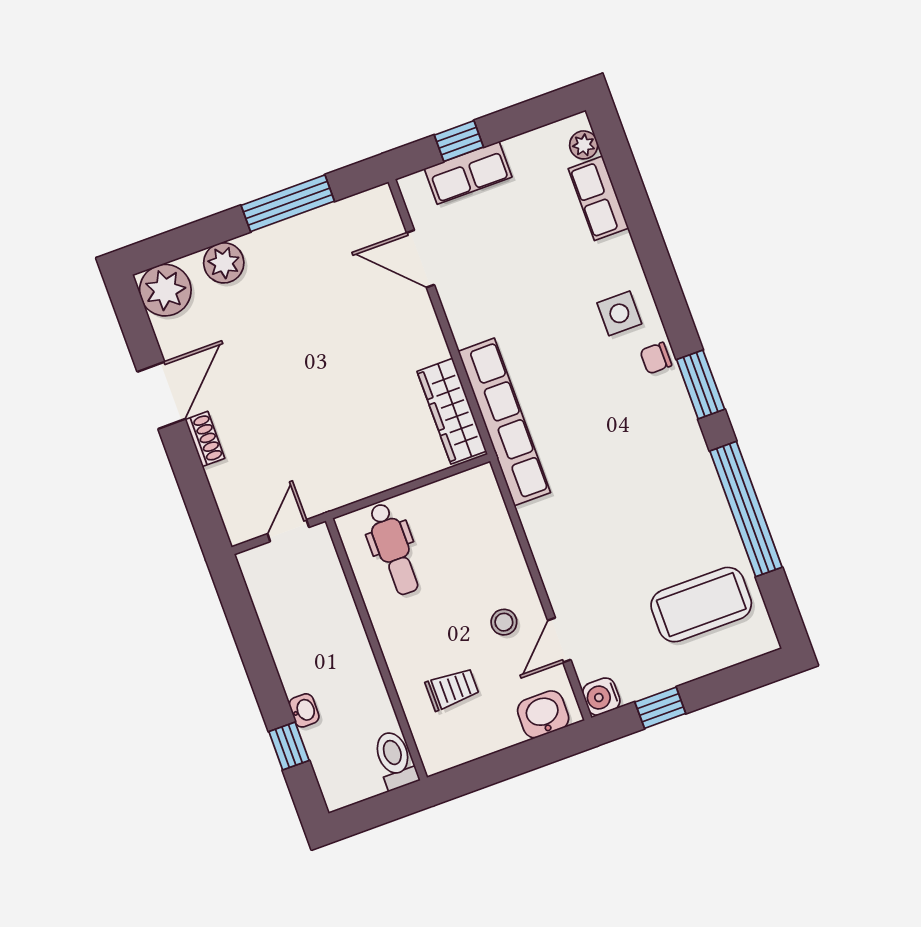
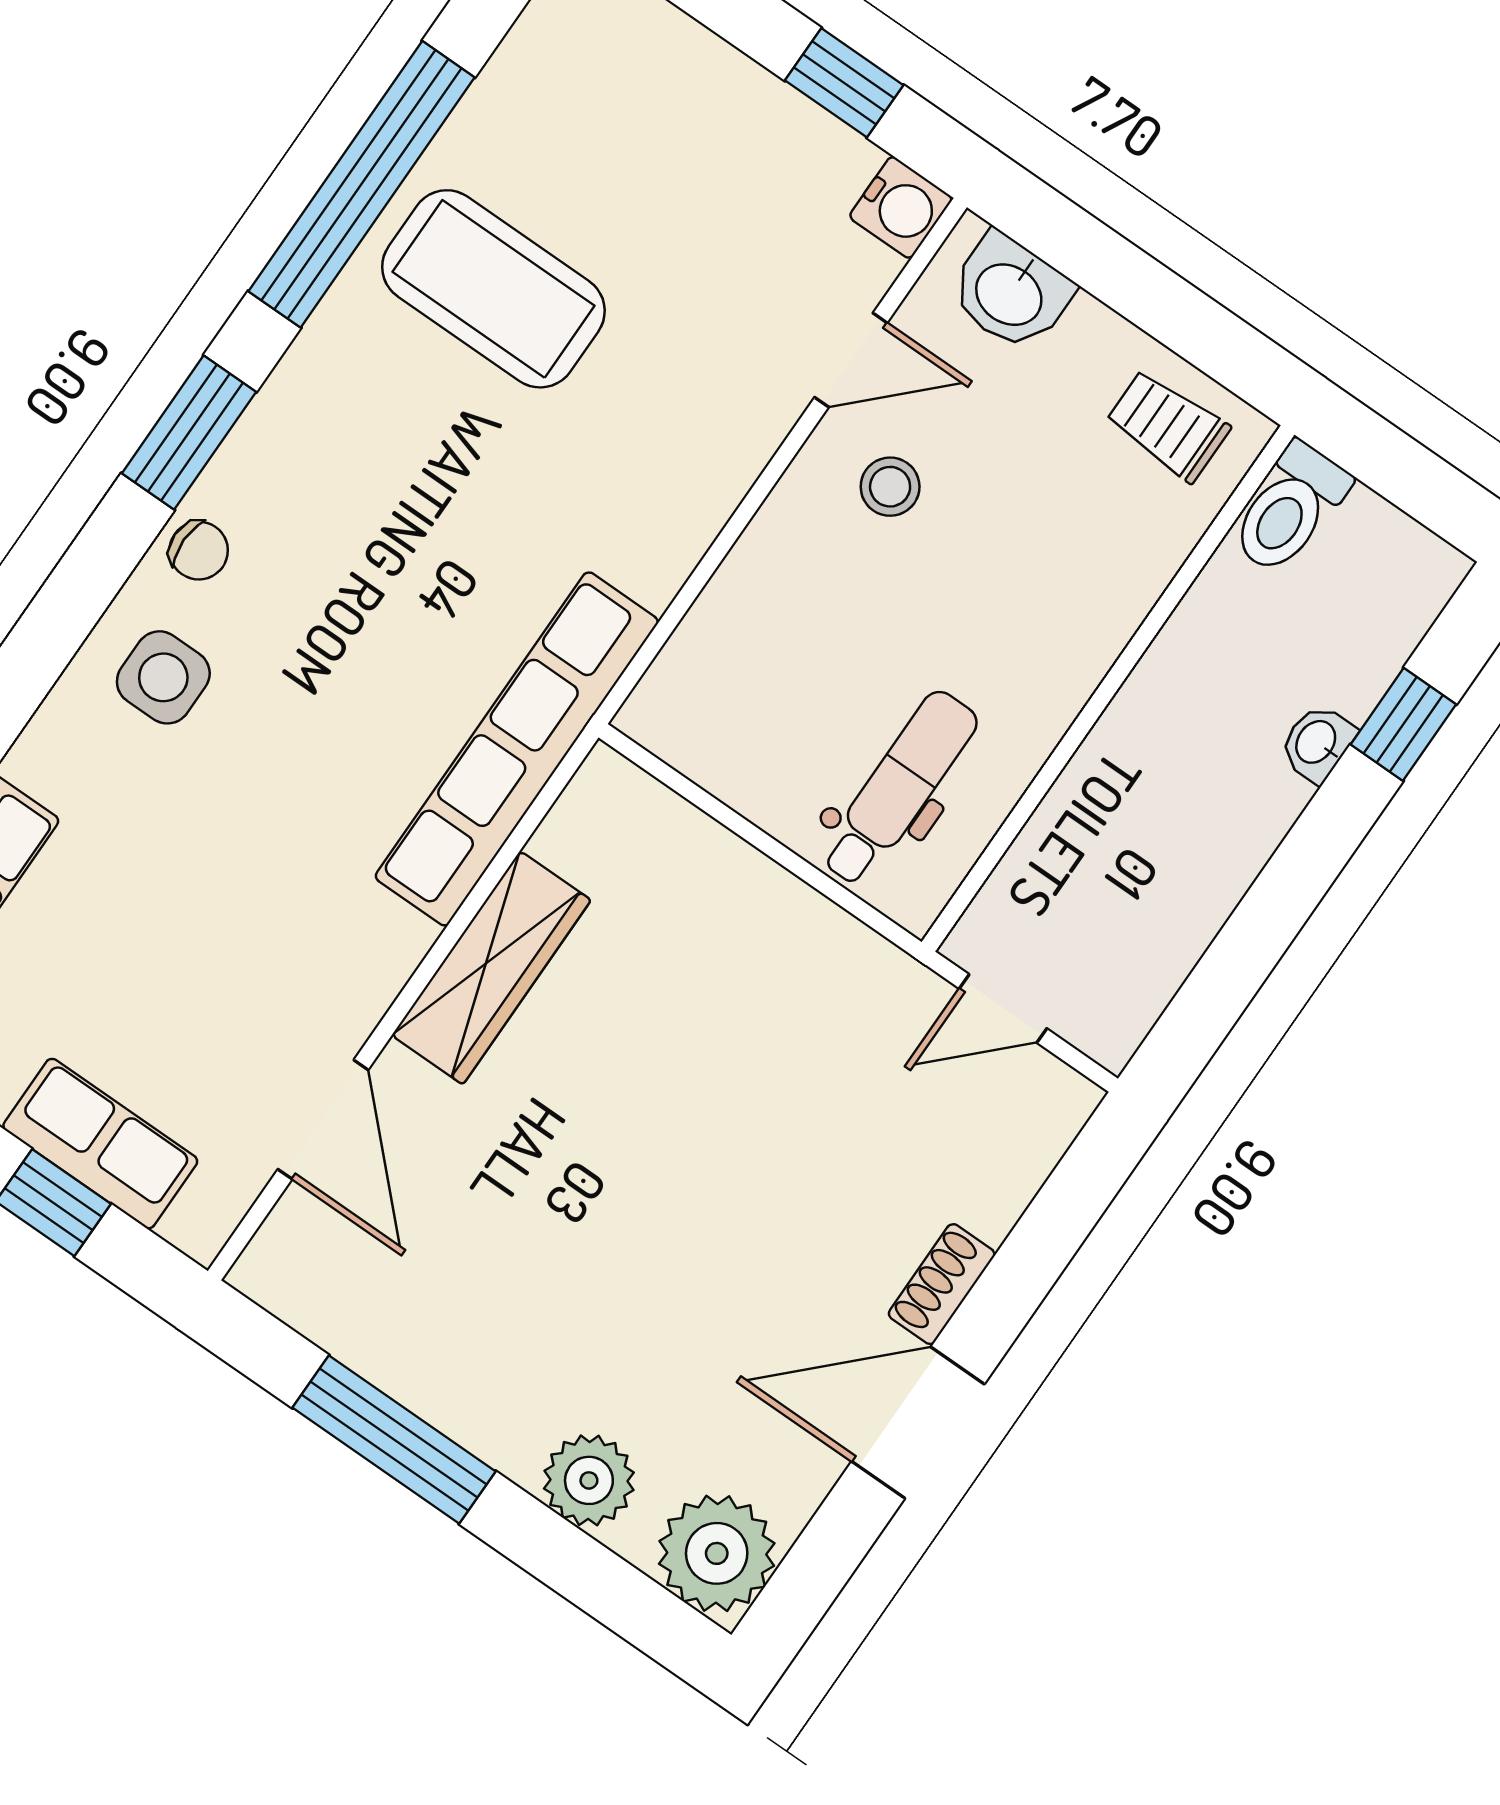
wardrobe: (452, 411) -> (491, 968), moved
coffee table: (701, 605) -> (493, 289), moved
trolley: (452, 689) -> (1168, 425), moved

